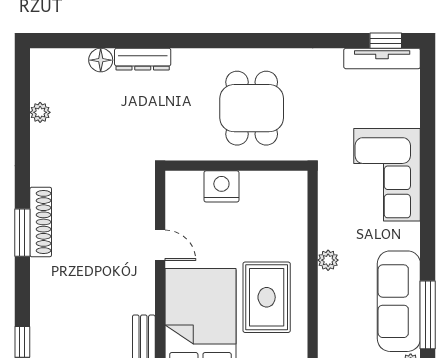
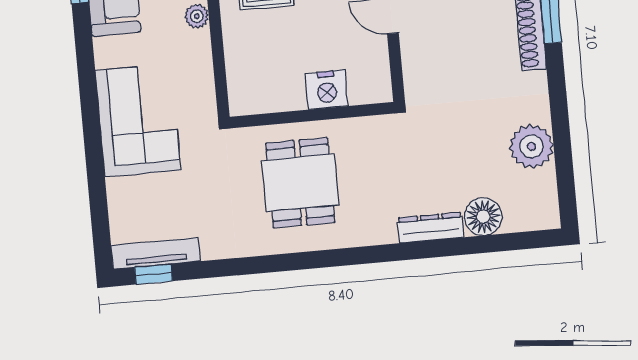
floor lamp: (101, 60) -> (483, 217), width x1.38, depth x1.38
plant: (40, 112) -> (531, 146), width x1.88, depth x1.88

